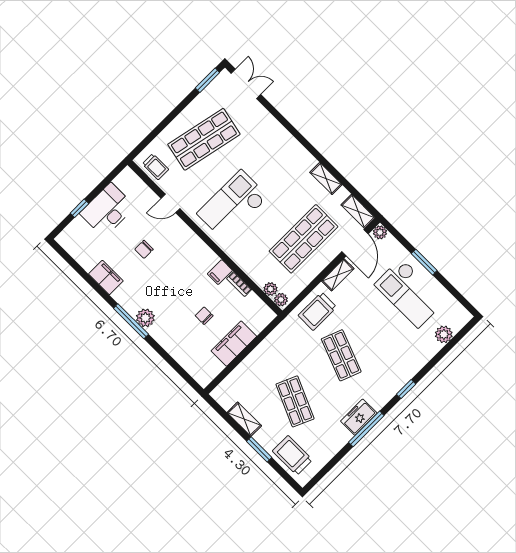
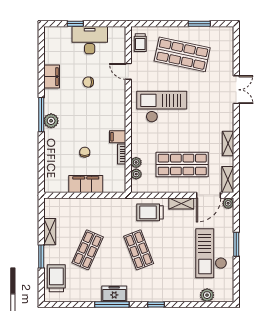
window: (207, 80) -> (199, 24), moved
double door: (246, 84) -> (236, 90), moved
plant: (281, 300) -> (136, 162), moved
shop shelf: (341, 355) -> (139, 250), turned -42

